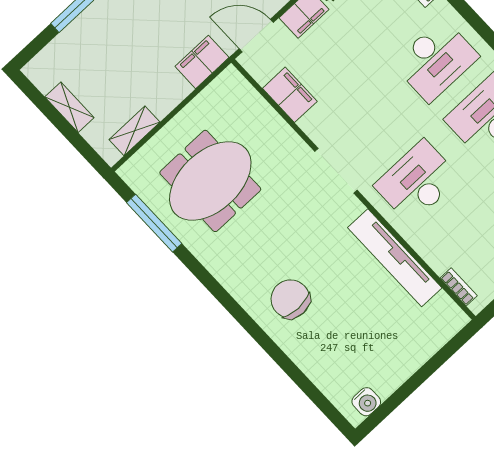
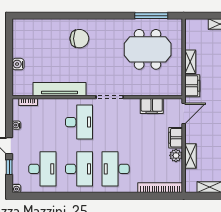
shelving: (134, 131) -> (190, 62), moved
meeting table: (210, 181) -> (148, 49), turned 90
water cooler: (366, 402) -> (18, 64), moved

